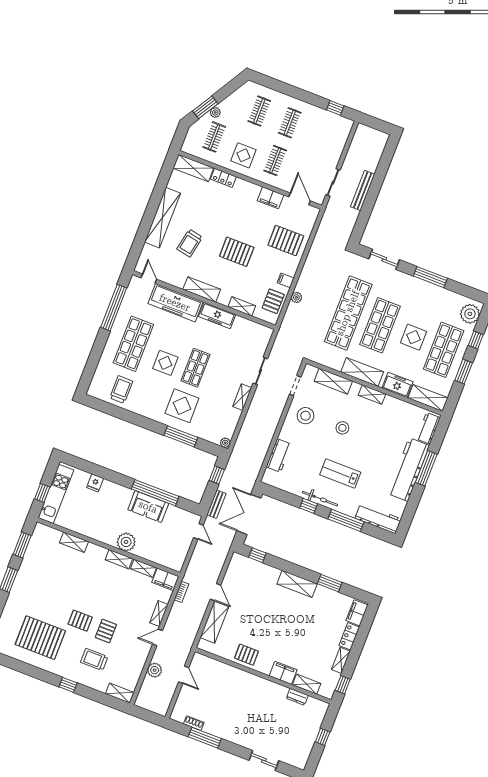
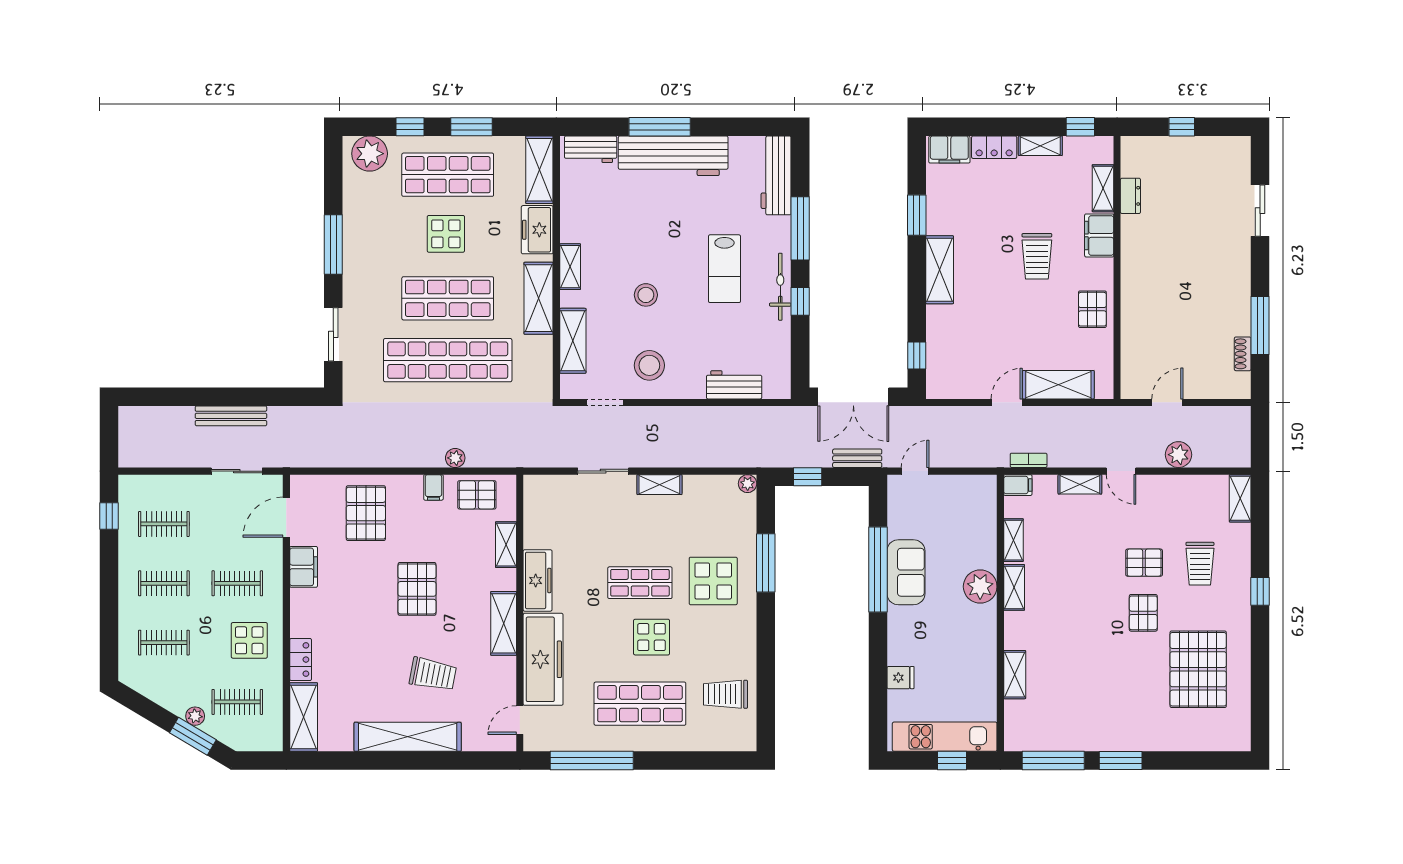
clothes rail: (320, 135) -> (164, 524), added
window: (22, 545) -> (1053, 761), width x1.44
filing cabinet: (165, 579) -> (1018, 485), width x0.50
trolley: (285, 637) -> (1037, 256), added

